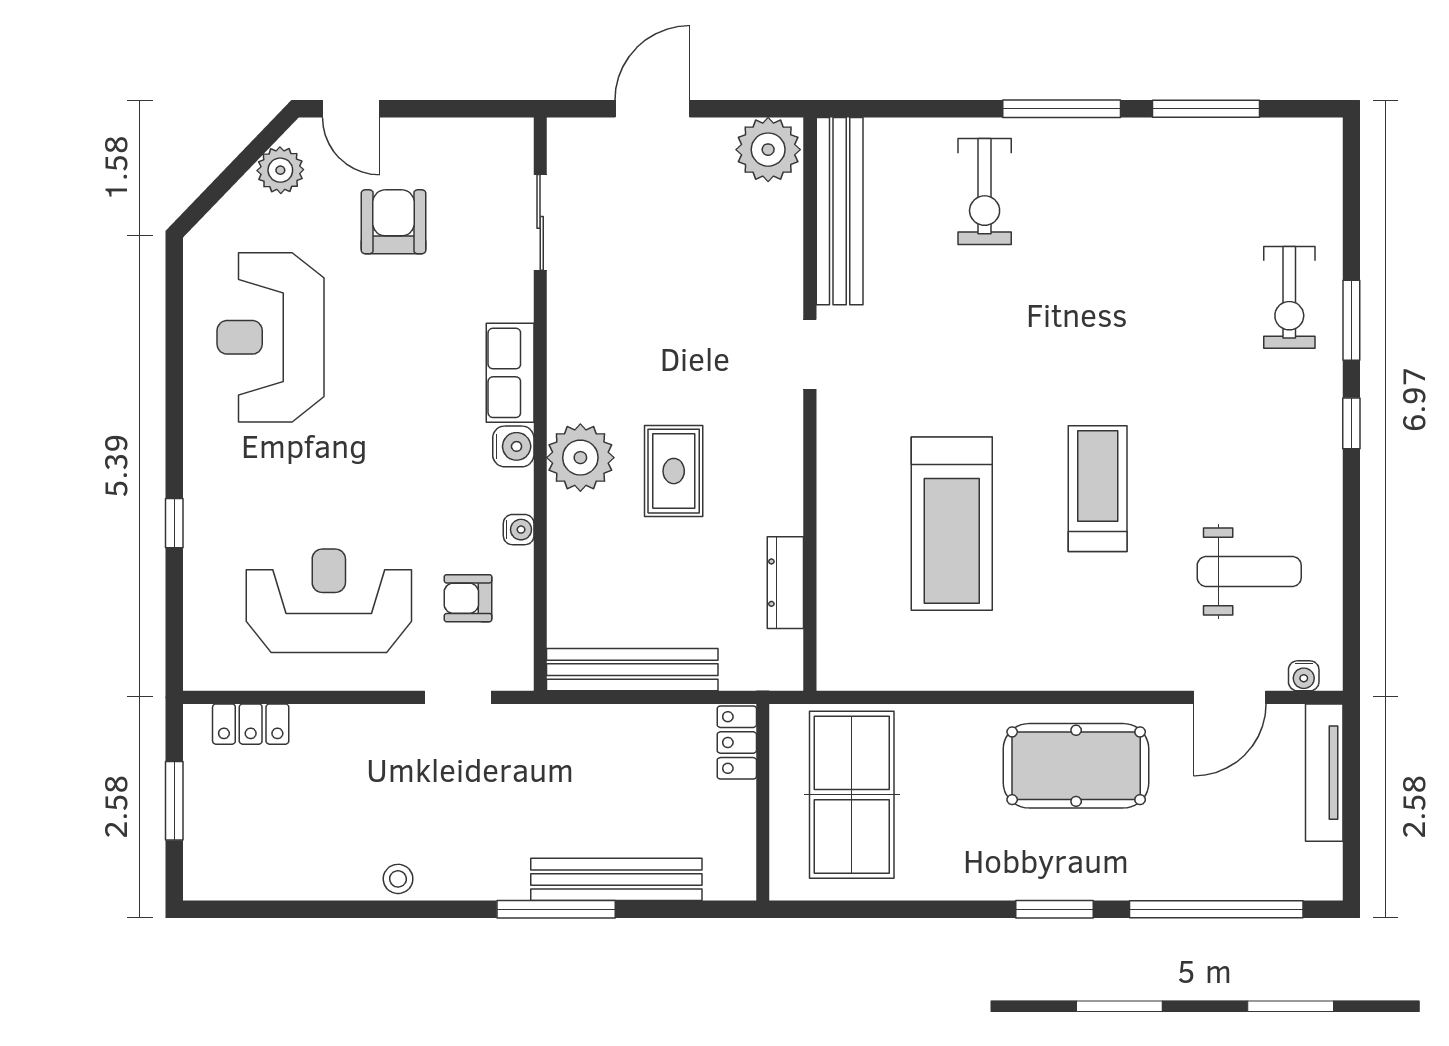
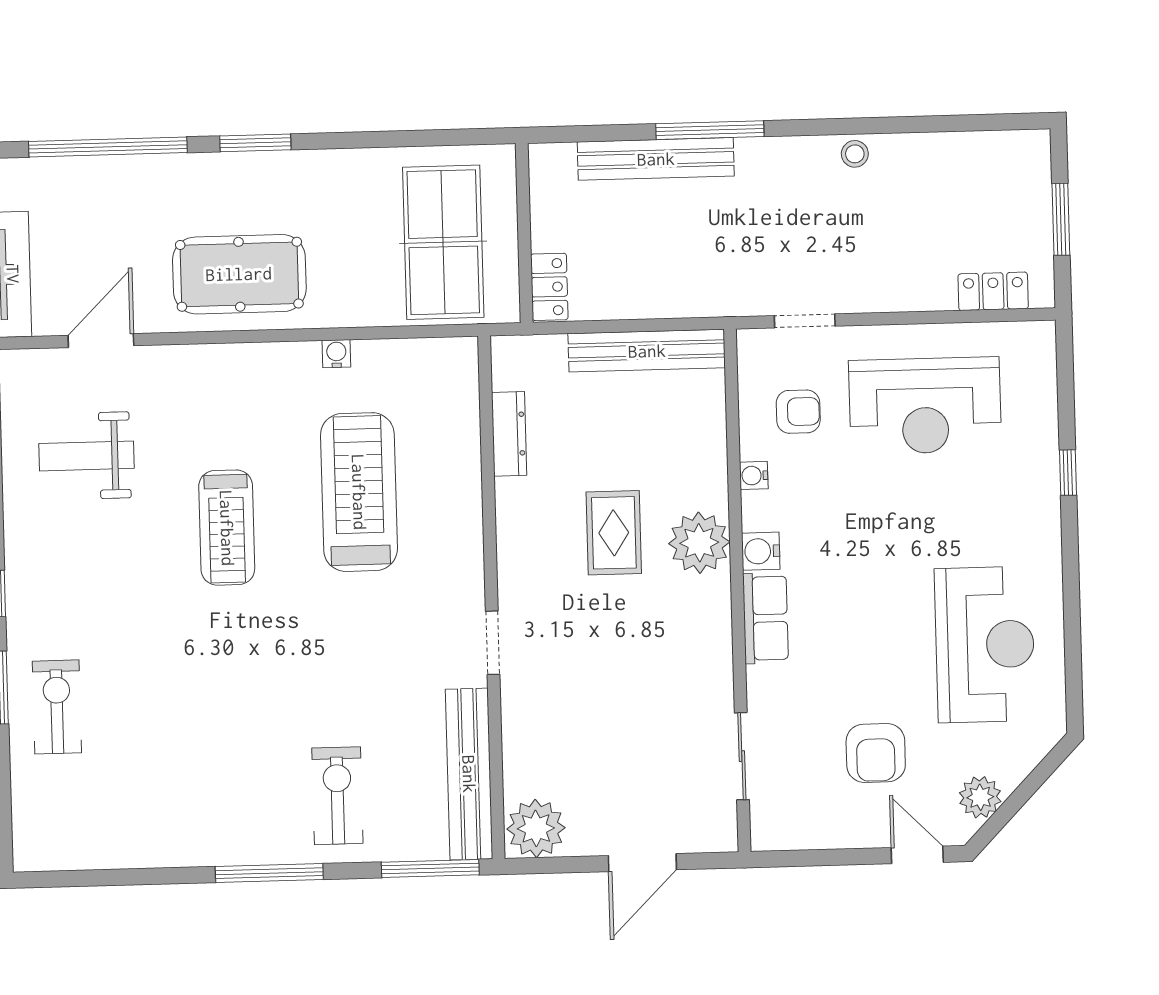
window: (1206, 109) -> (430, 869), moved
water cooler: (1304, 676) -> (336, 354), moved

